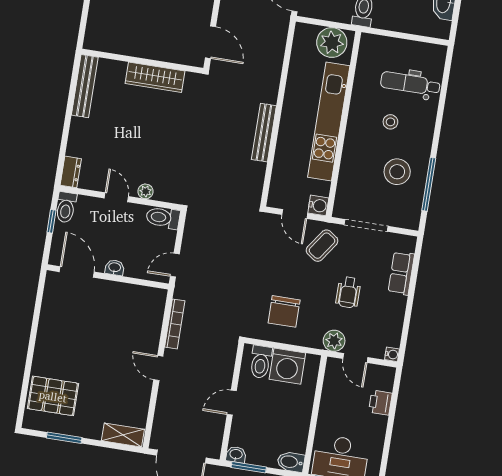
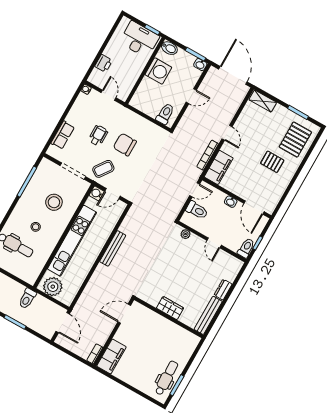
door: (211, 42) -> (124, 314), hinge flipped
wardrobe: (155, 77) -> (170, 308), width x0.67
dresser: (71, 172) -> (223, 290), moved
stool: (397, 172) -> (54, 202), moved
plant: (146, 191) -> (186, 234), moved
door: (295, 214) -> (113, 194), swing flipped
toilet: (163, 218) -> (197, 210), moved
chair: (284, 311) -> (125, 145), moved, turned -90
filing cabinet: (151, 312) -> (219, 167), added
plant: (334, 341) -> (117, 110), removed
pallet: (75, 350) -> (272, 162), added
washing machine: (287, 366) -> (158, 71), moved, turned 90
pallet: (53, 396) -> (295, 140), turned 90

